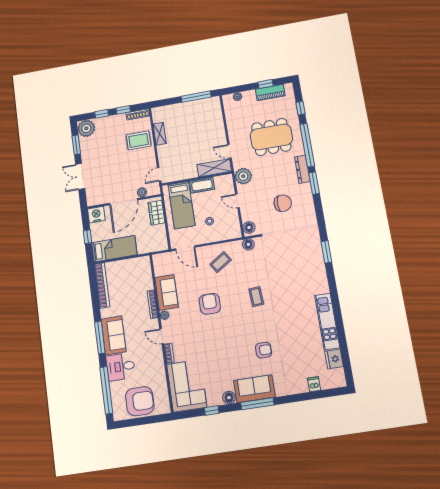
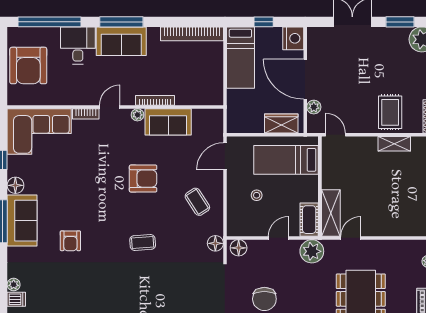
cot: (202, 185) -> (309, 220), moved
plant: (303, 388) -> (14, 285), added

